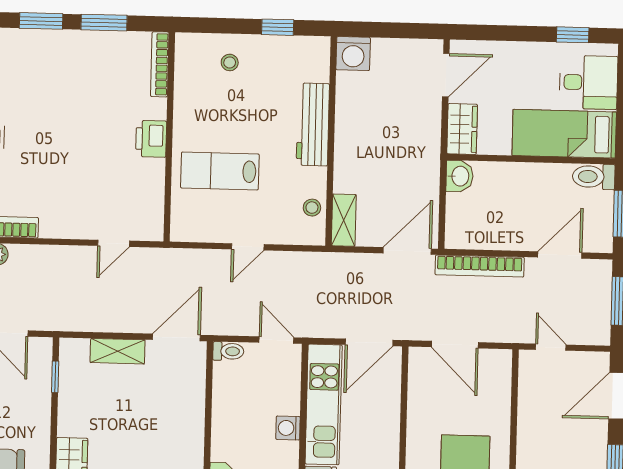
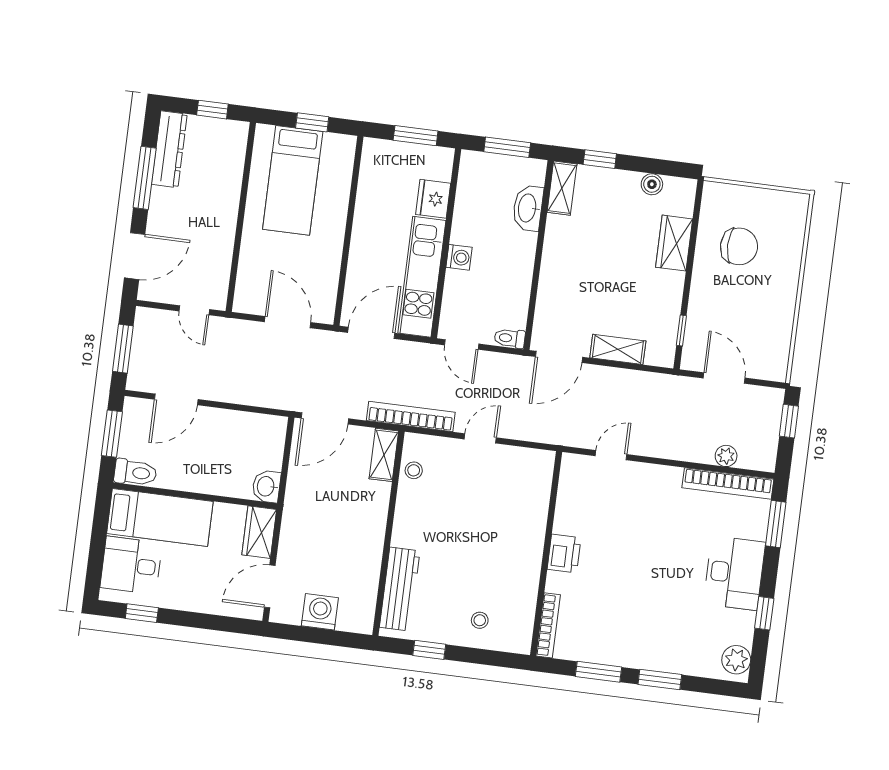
washing machine: (353, 54) -> (320, 612), moved
workbench: (313, 124) -> (400, 589), moved
lab bench: (220, 171) -> (500, 515), removed
bookcase: (480, 266) -> (411, 416), moved

